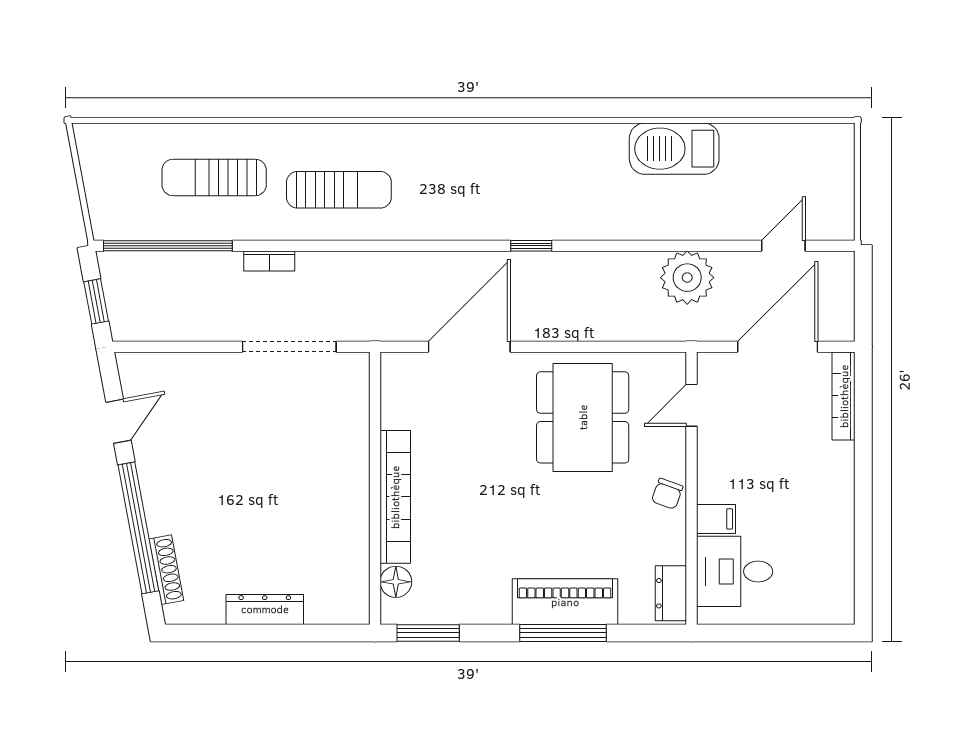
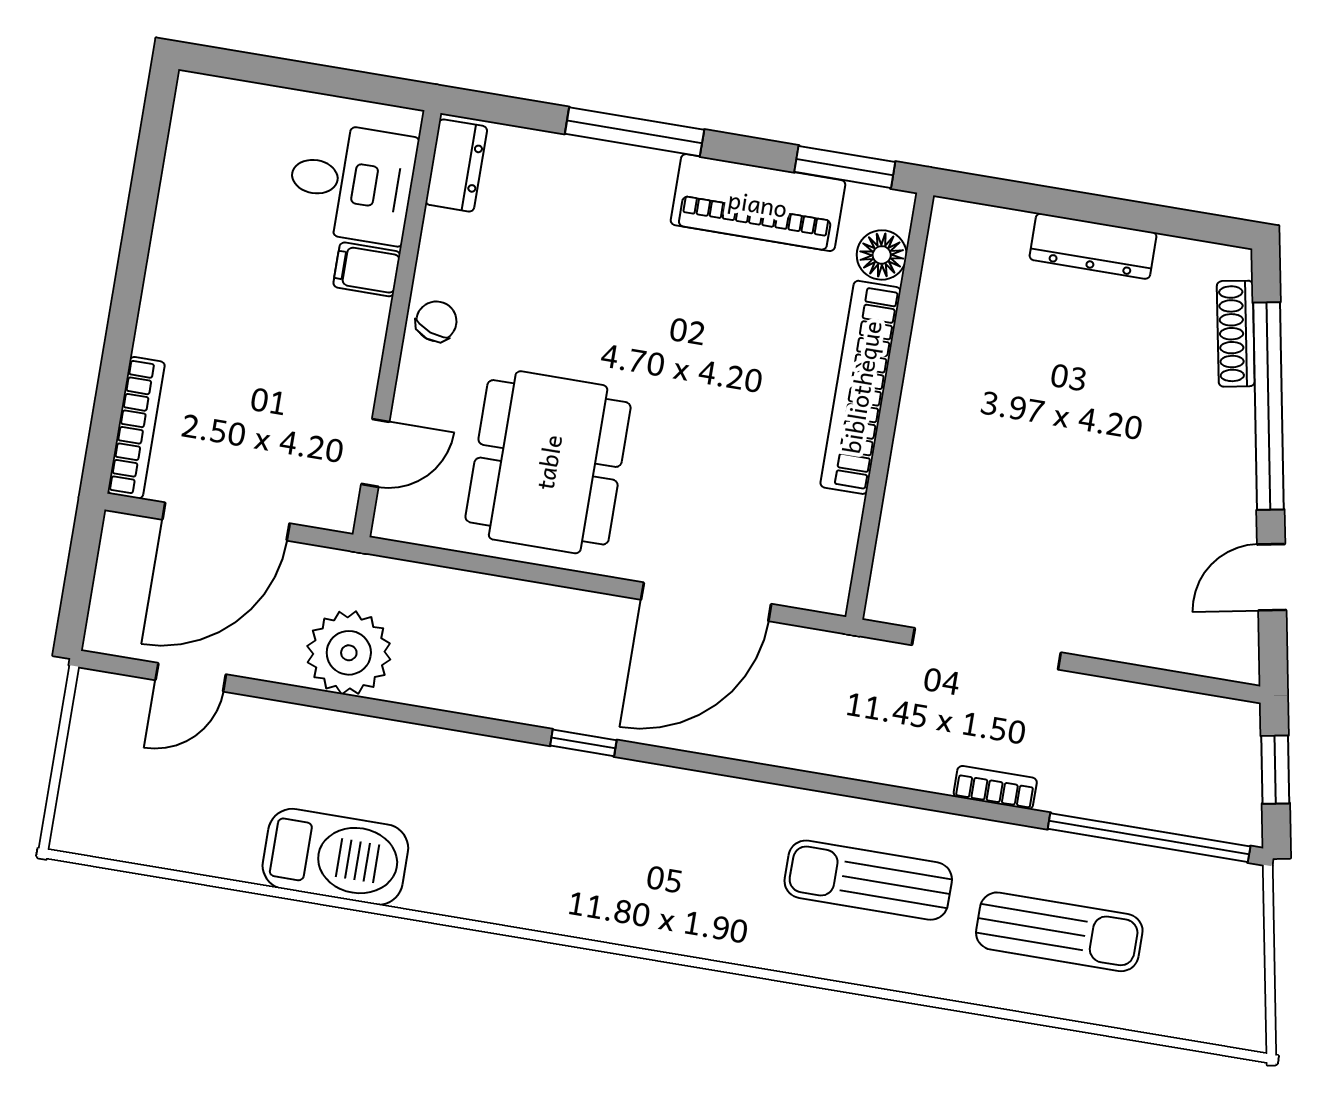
piano: (565, 602) -> (758, 203), moved

